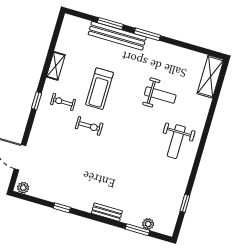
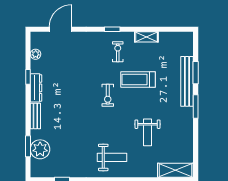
exercise bike: (89, 126) -> (108, 95), moved
weight bench: (176, 142) -> (112, 157), turned 180
plant: (23, 188) -> (36, 54), moved
dresser: (76, 203) -> (36, 88), added
plant: (148, 224) -> (40, 149), width x1.87, depth x1.87

